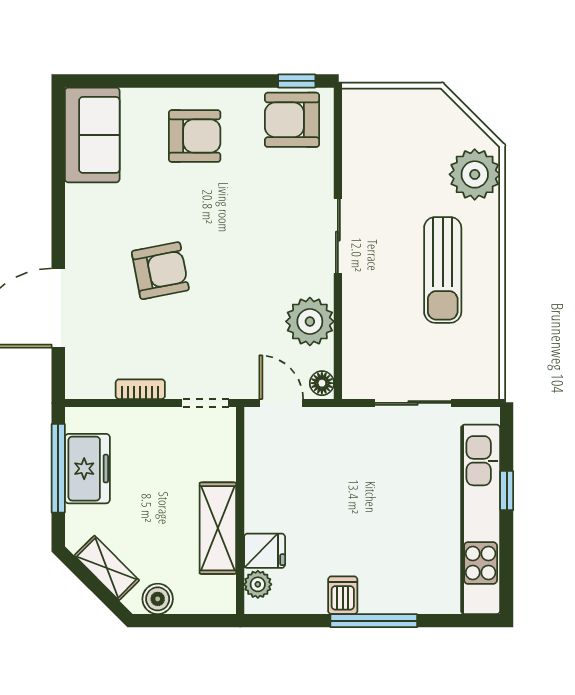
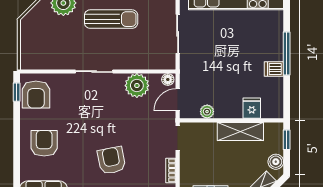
plant: (258, 584) -> (207, 112), moved
window: (202, 621) -> (287, 140), added

